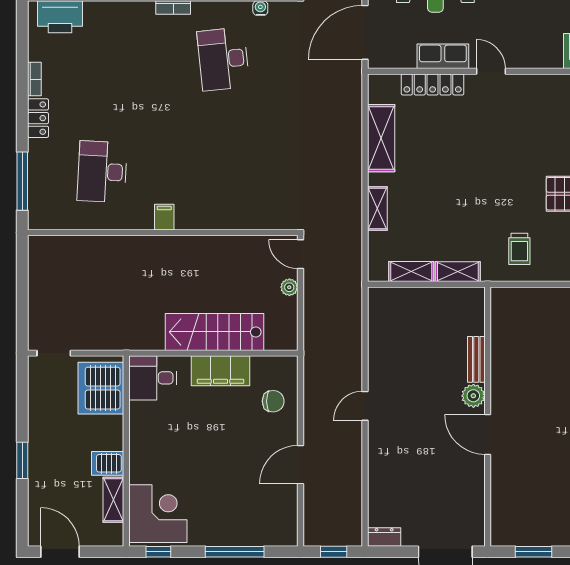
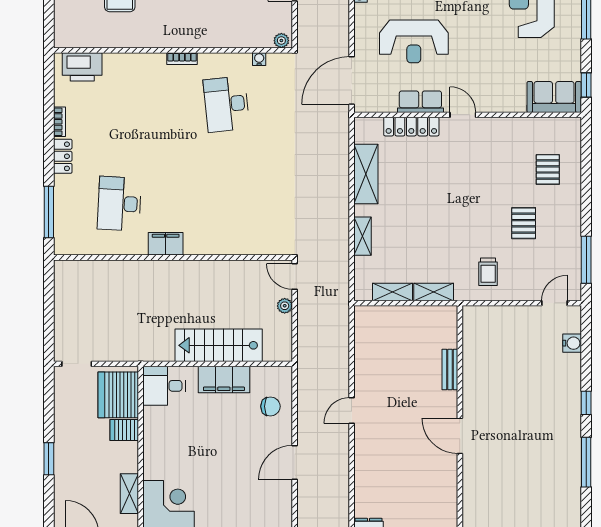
filing cabinet: (164, 217) -> (166, 244), width x2.00
plant: (473, 396) -> (447, 402), removed
server rack: (108, 463) -> (124, 430), moved

